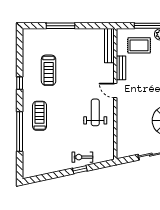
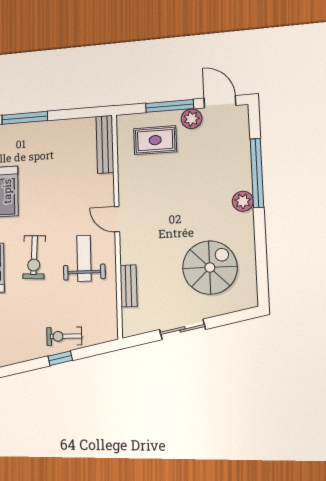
bench: (121, 68) -> (129, 286), moved
exercise bike: (65, 111) -> (34, 257), added

